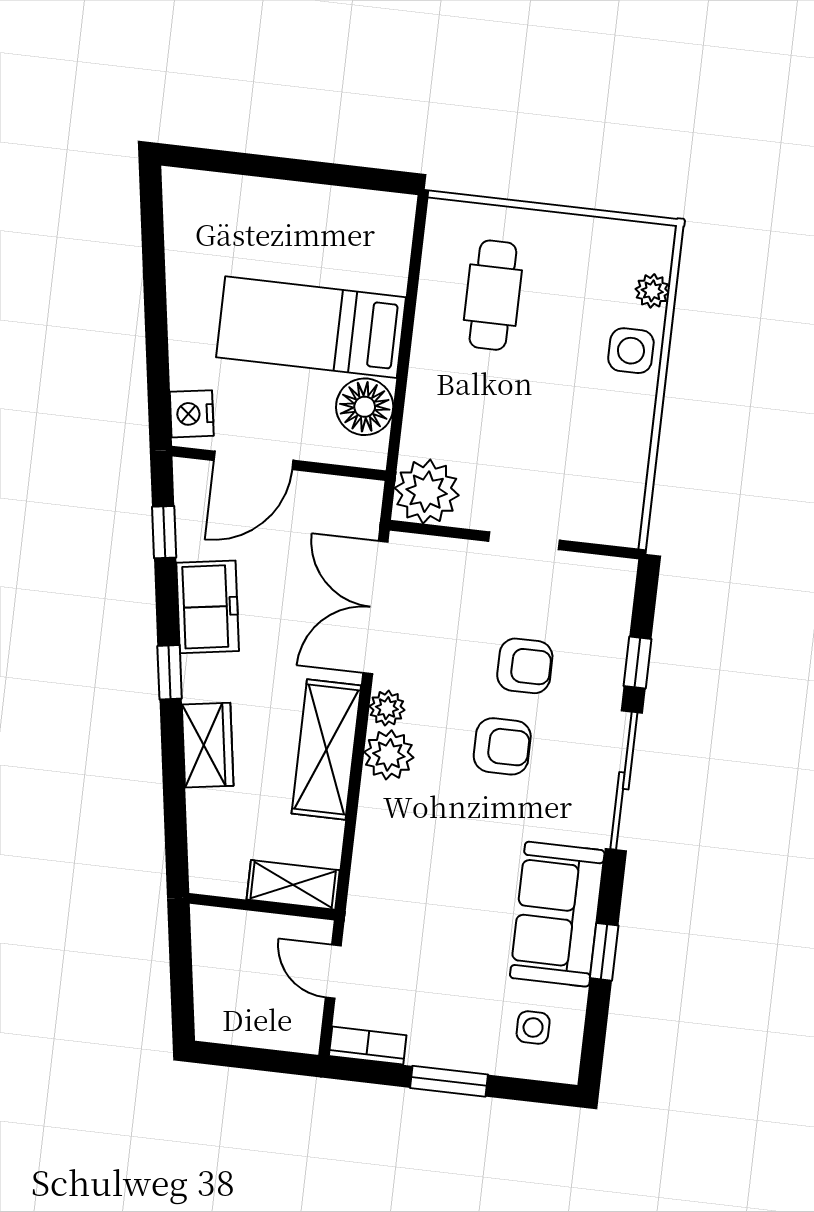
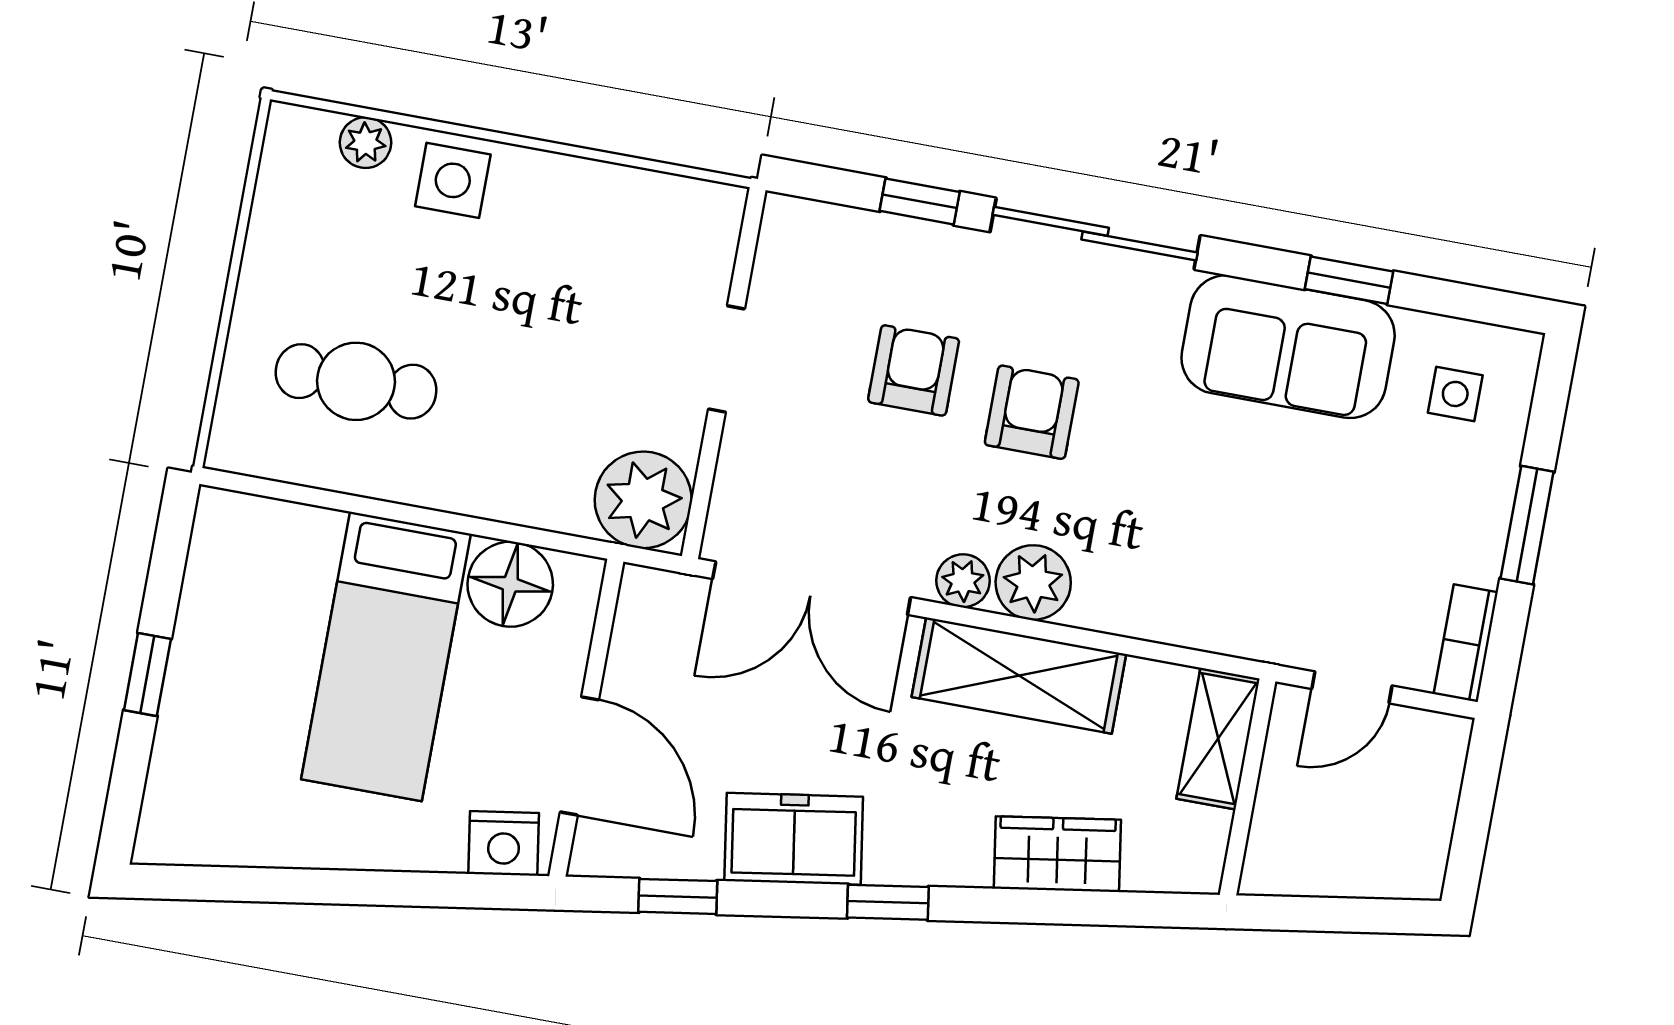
window: (288, 169) -> (147, 675), added
wardrobe: (208, 745) -> (1057, 854), moved

